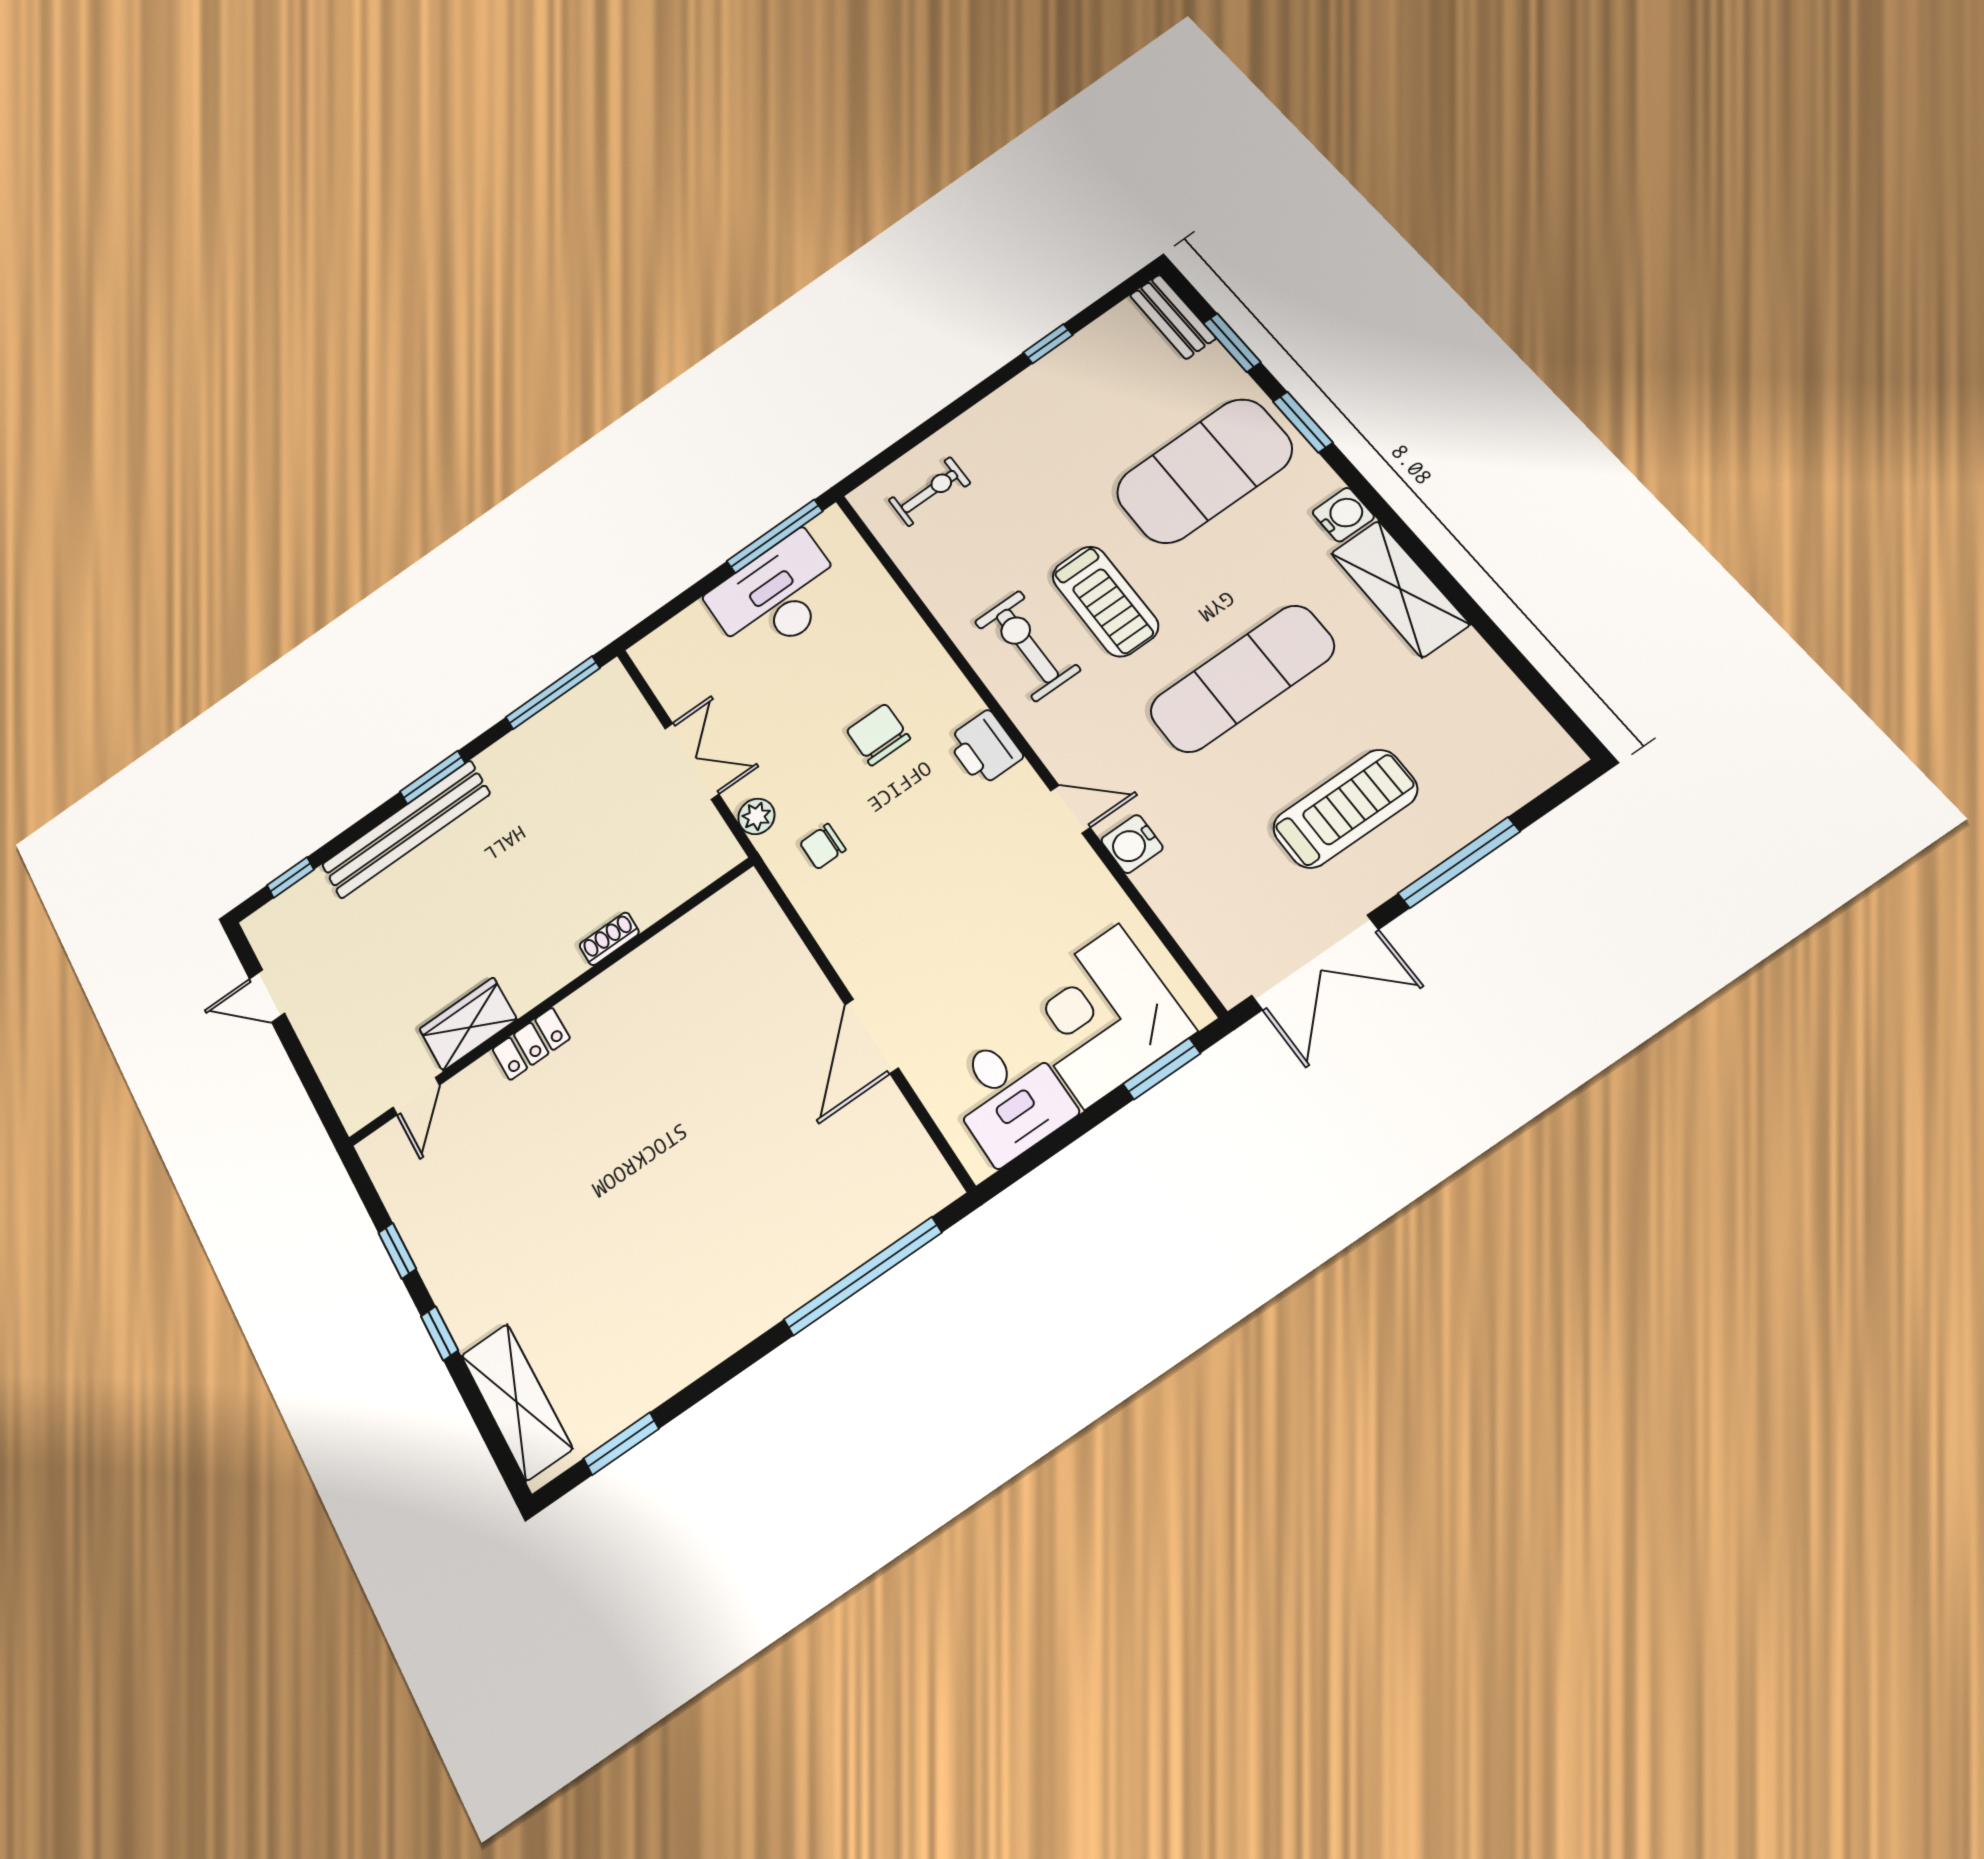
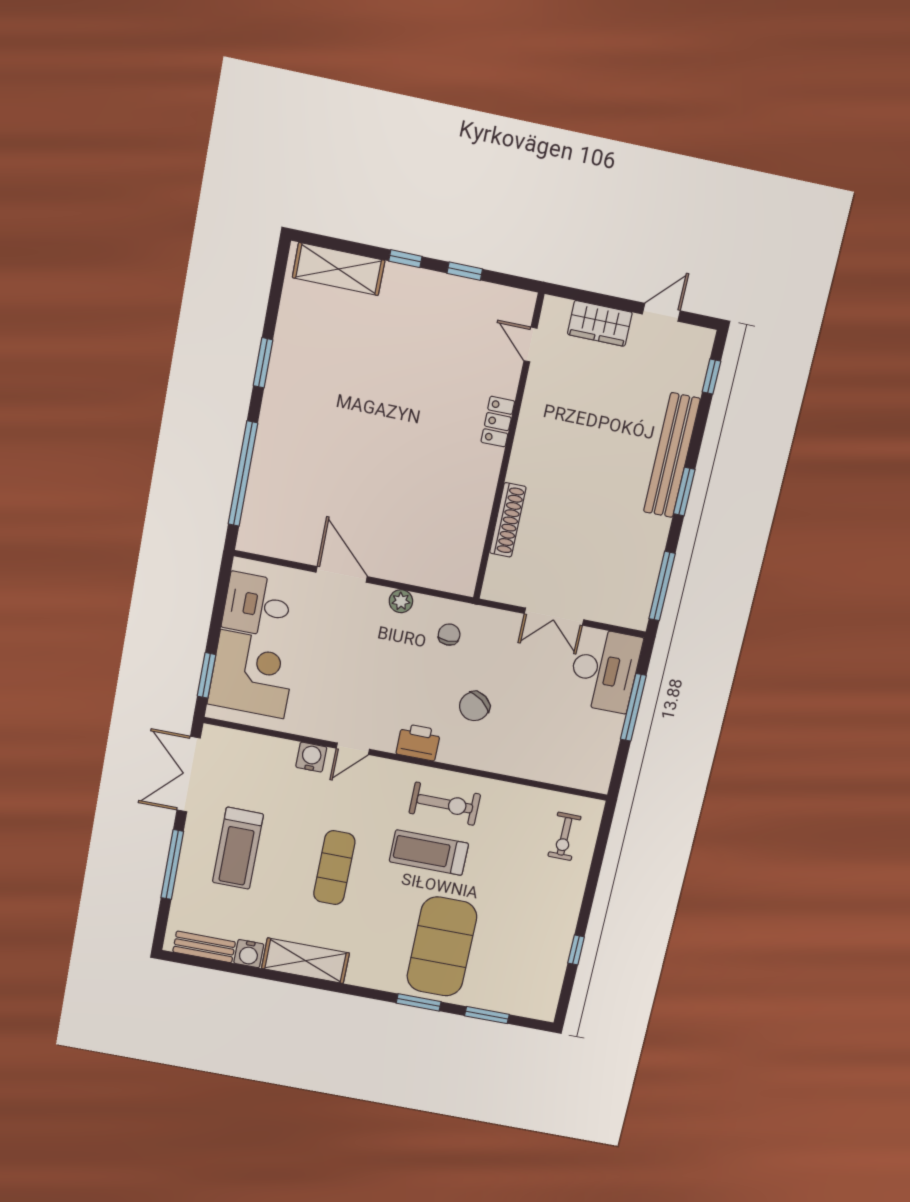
bench: (1173, 317) -> (204, 947), moved
water cooler: (1343, 515) -> (249, 954), moved
window: (775, 536) -> (633, 707), moved
desk: (777, 596) -> (604, 670), moved
exercise mat: (1242, 679) -> (334, 868), width x0.73, depth x0.69
chair: (878, 735) -> (474, 706), turned 127
plant: (756, 816) -> (401, 601), moved
shoe rack: (609, 939) -> (508, 520), width x1.94, depth x1.24
wardrobe: (468, 1024) -> (600, 323), moved, turned 90
window: (621, 1444) -> (263, 363), moved

